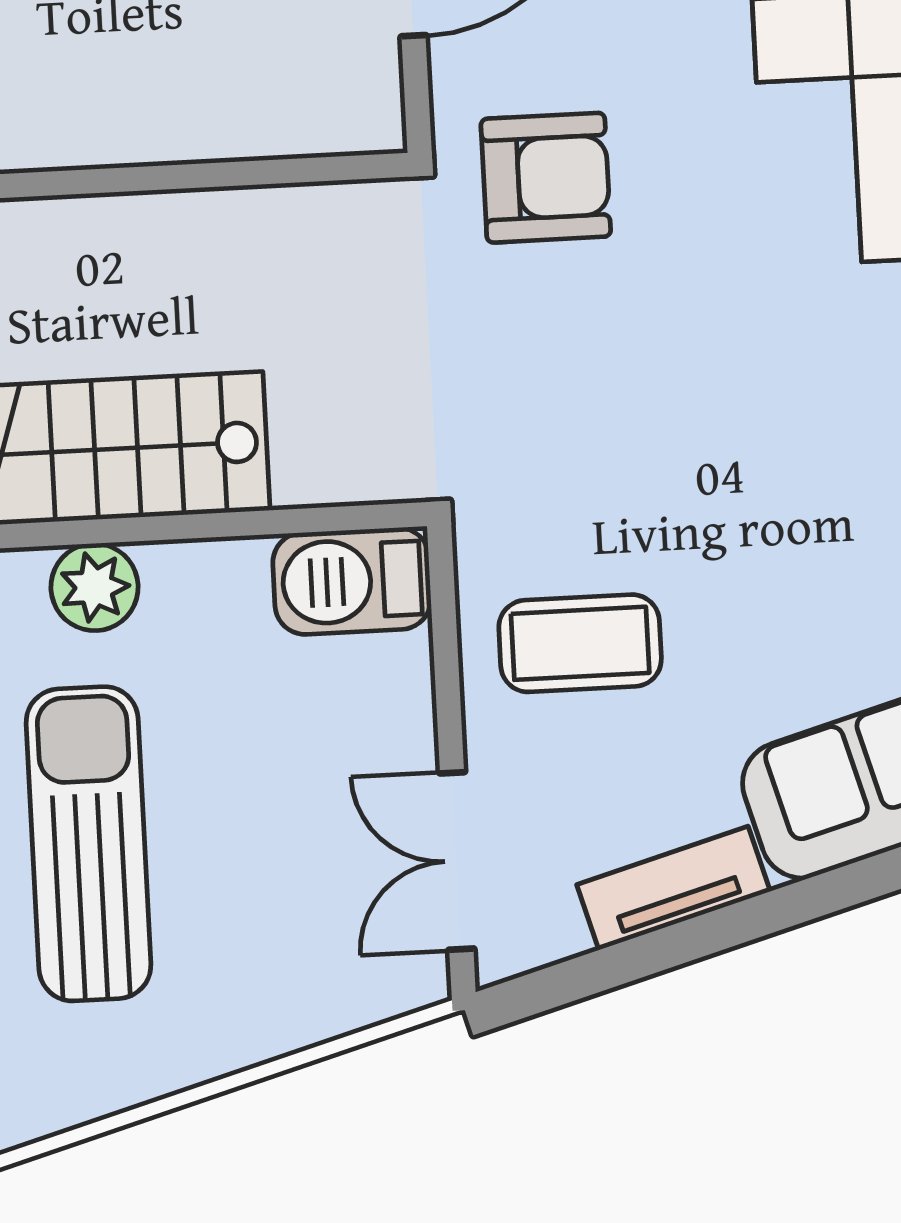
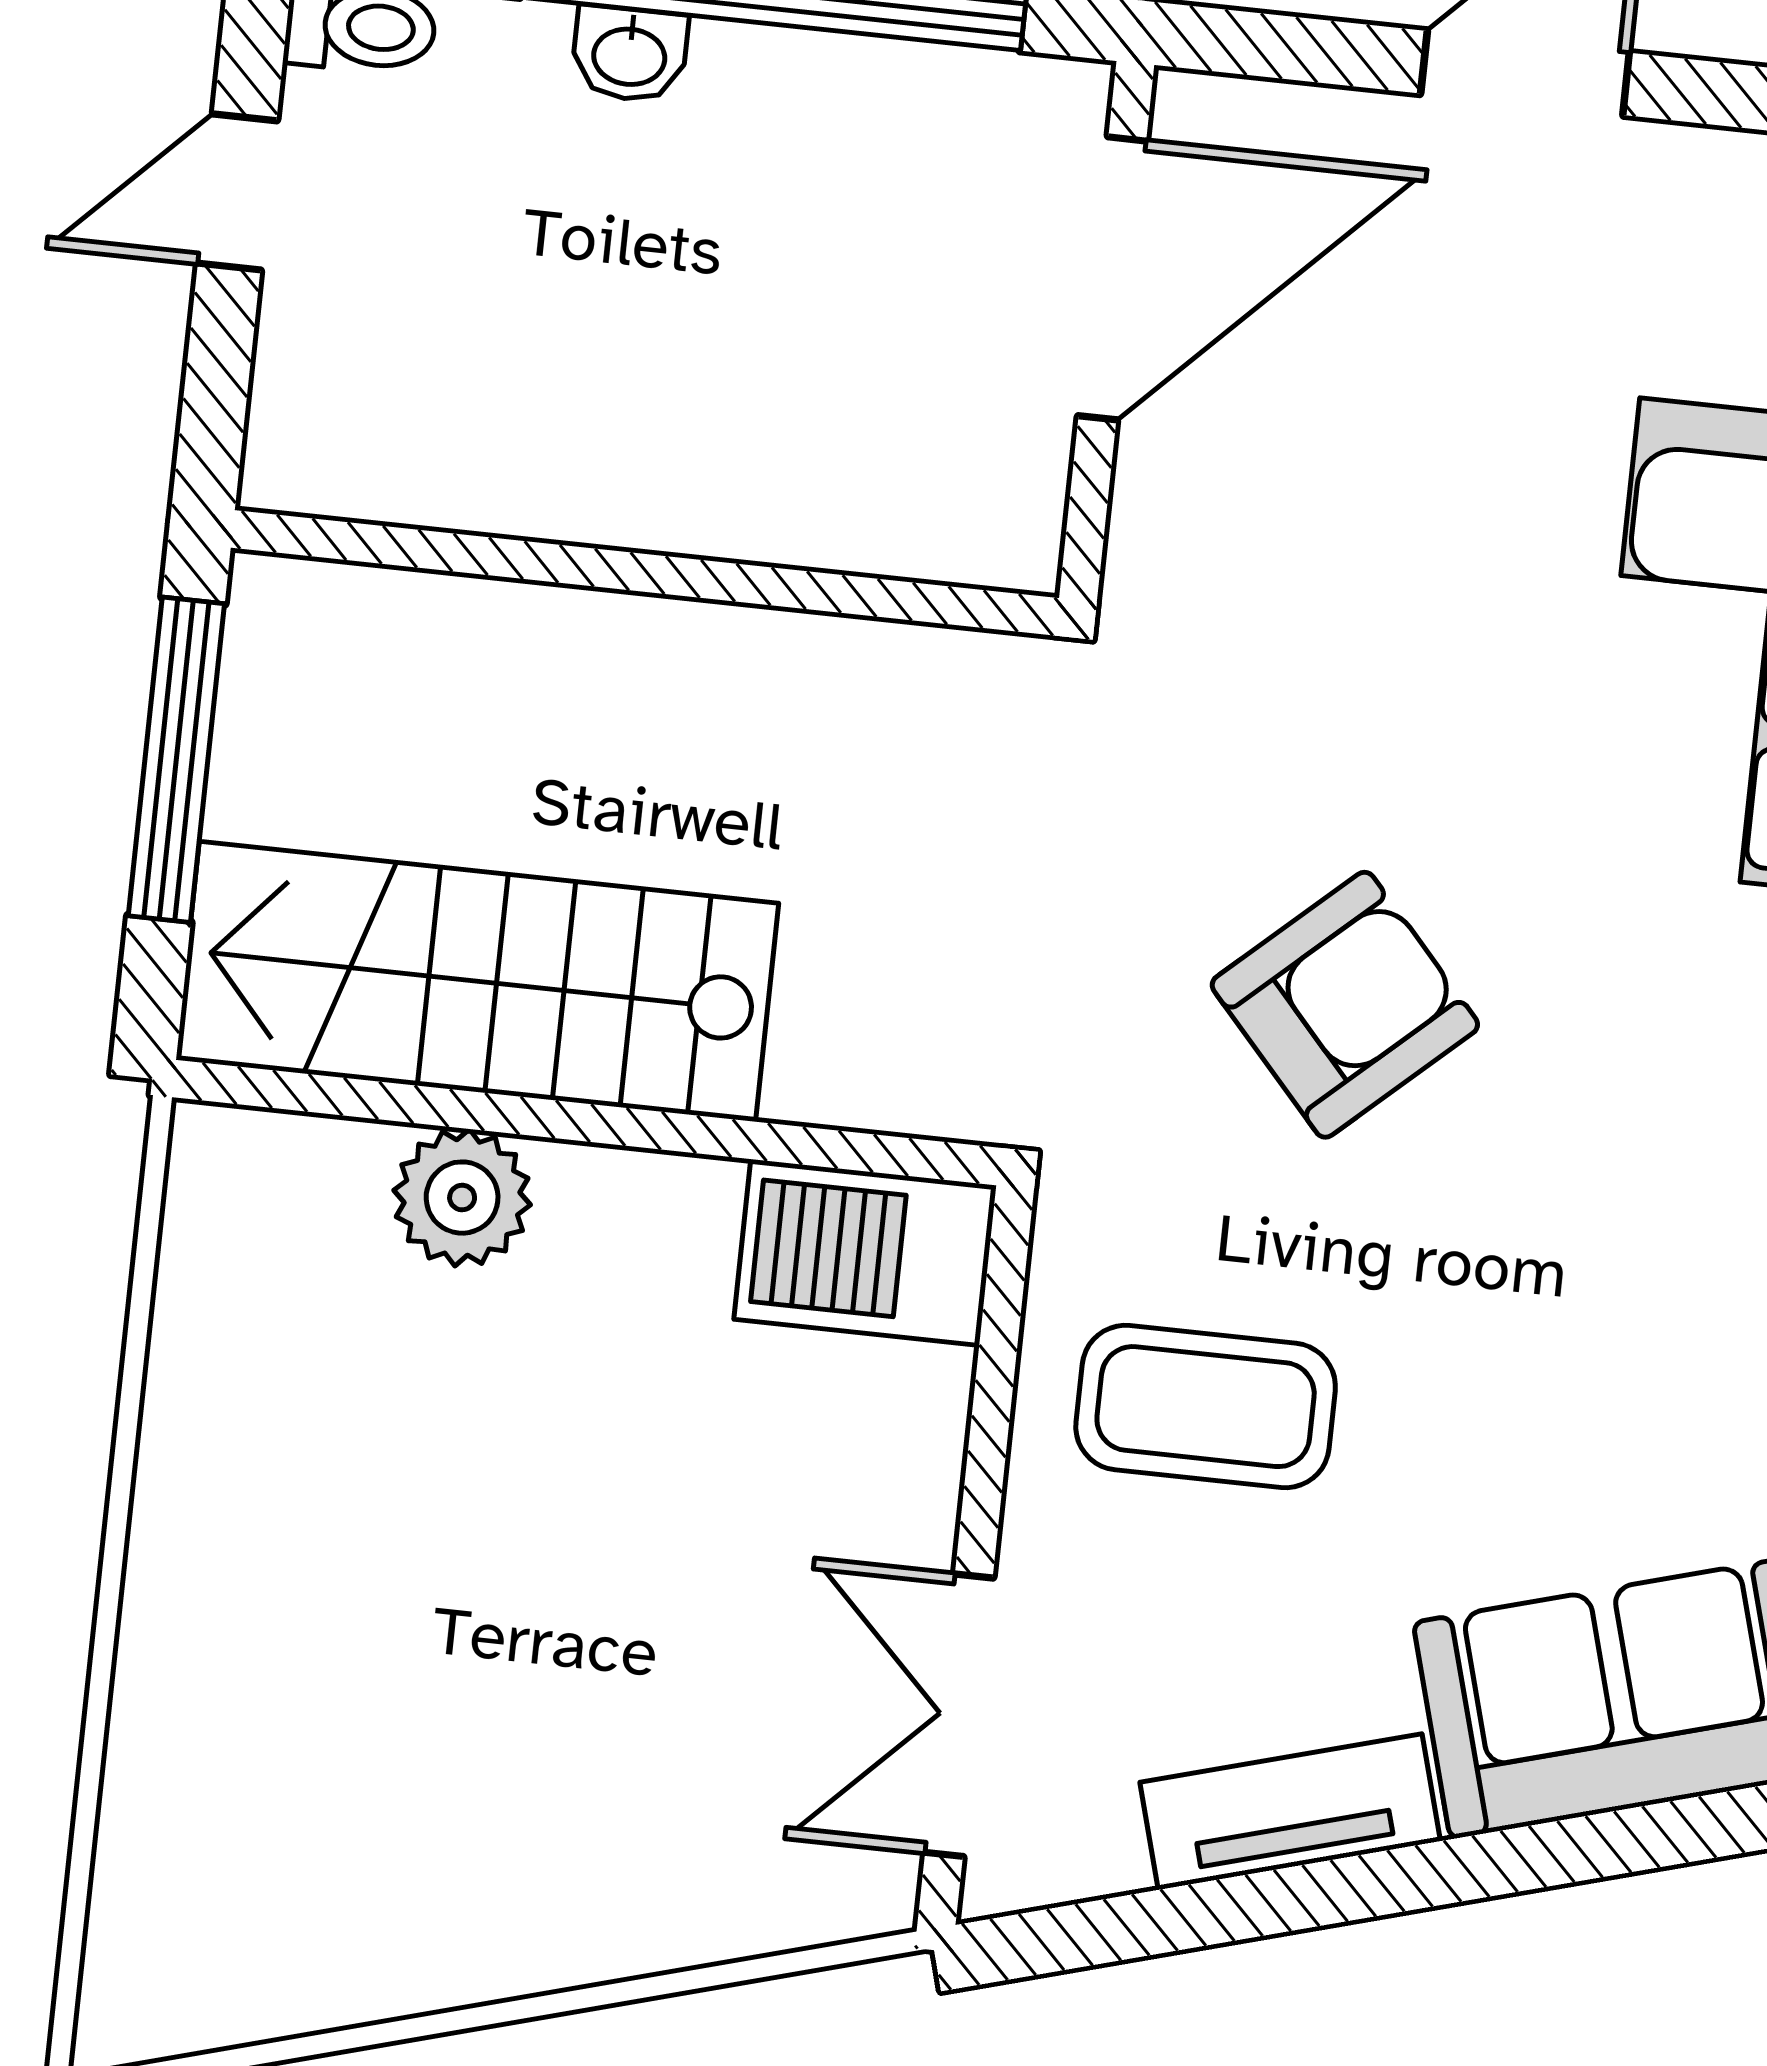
armchair: (546, 178) -> (1345, 1005), moved, turned -42
sun lounger: (88, 844) -> (389, 1596), removed

